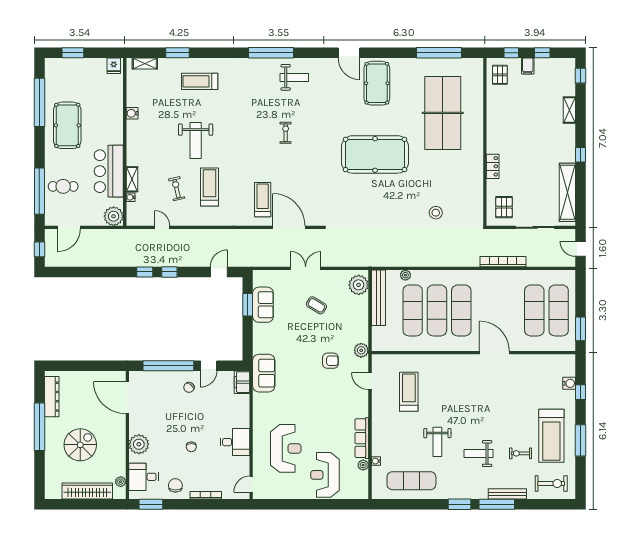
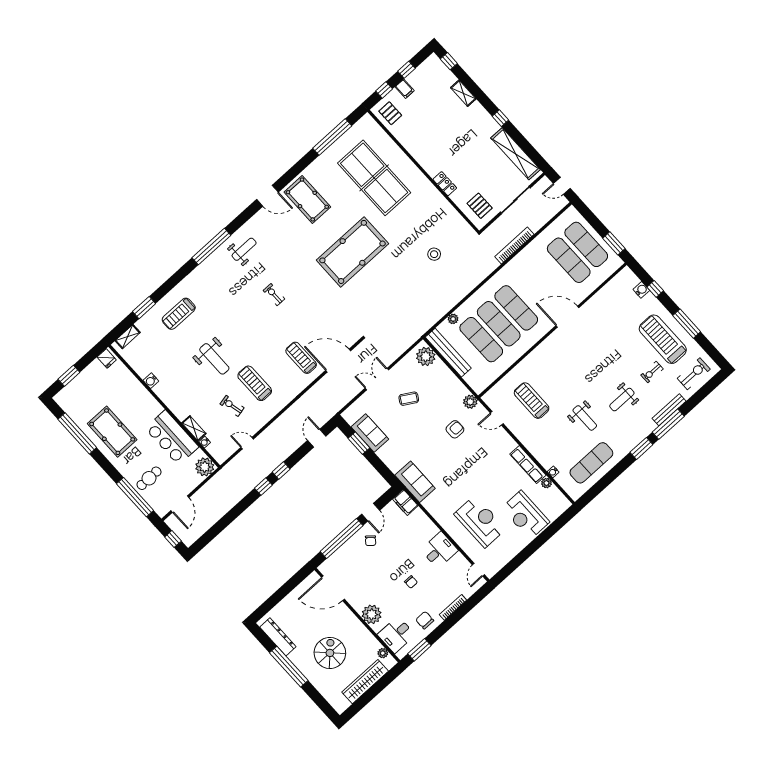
treadmill: (551, 436) -> (663, 339), turned 180

